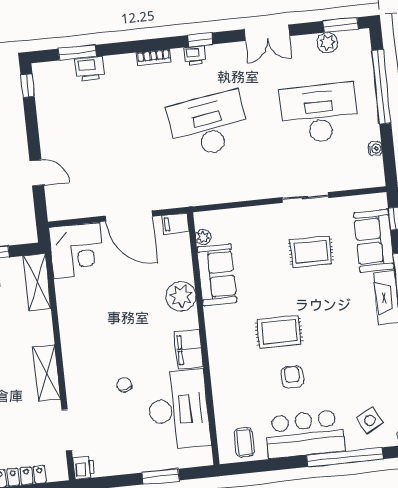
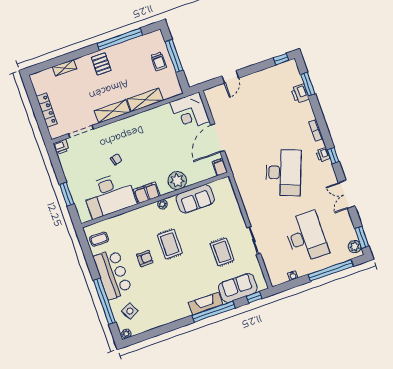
plant: (327, 43) -> (355, 247), moved
desk: (208, 125) -> (283, 173), turned 30
plant: (203, 237) -> (162, 204), moved
shelving: (37, 282) -> (145, 100), moved

